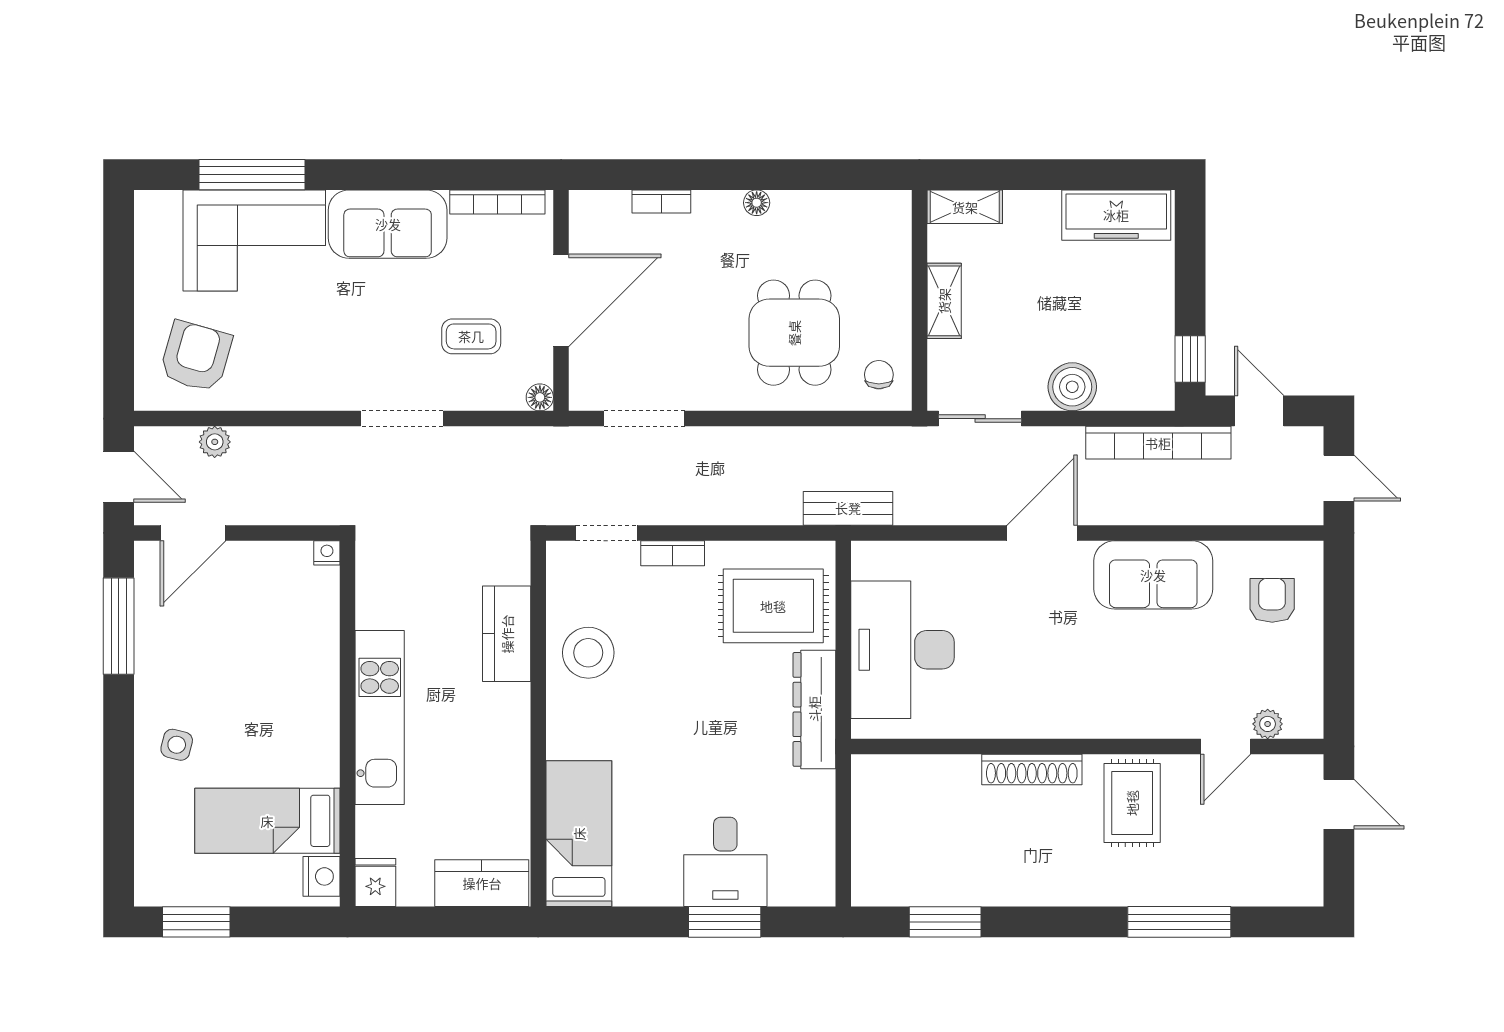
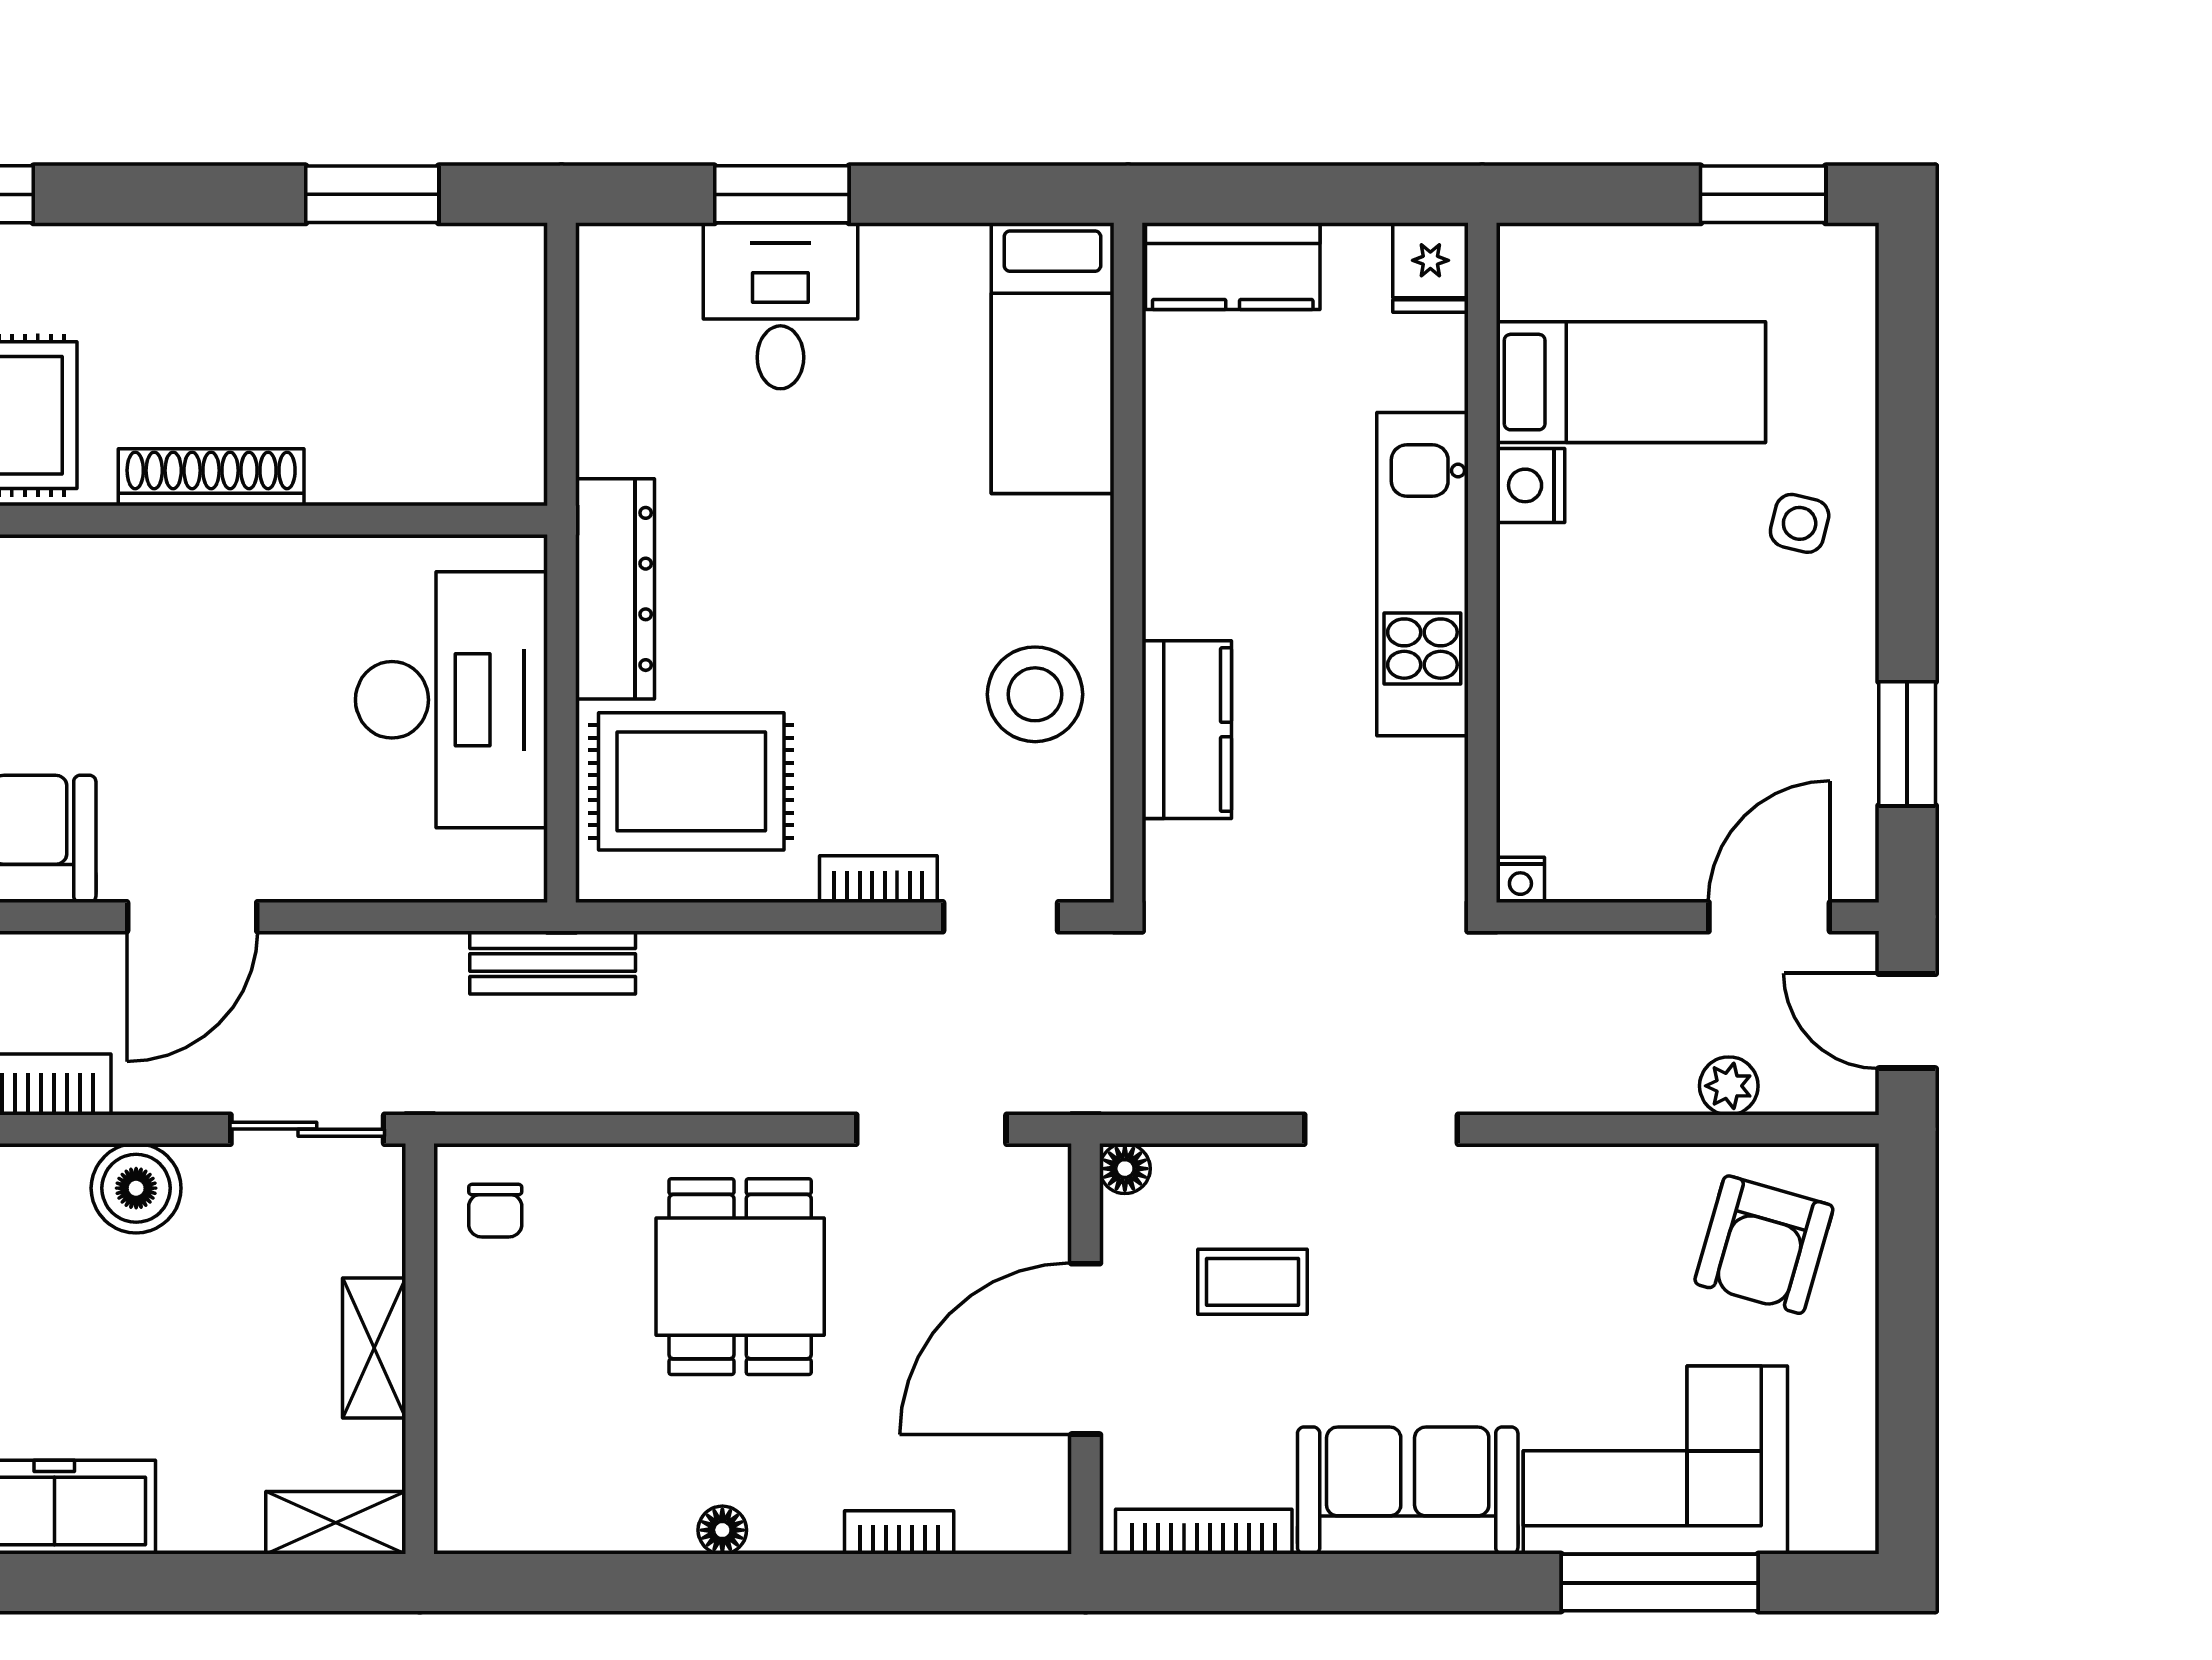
dining table: (794, 333) -> (740, 1277), moved
window: (119, 626) -> (1907, 744), width x0.69
nightstand: (321, 876) -> (1531, 485), moved

